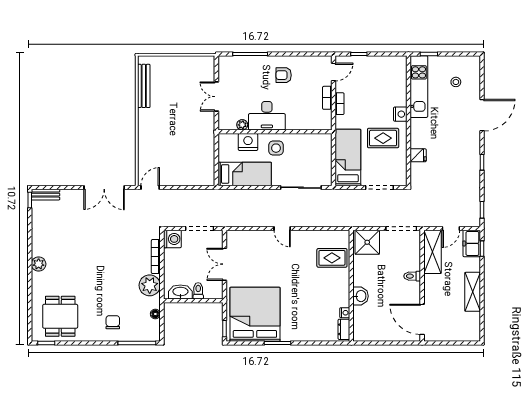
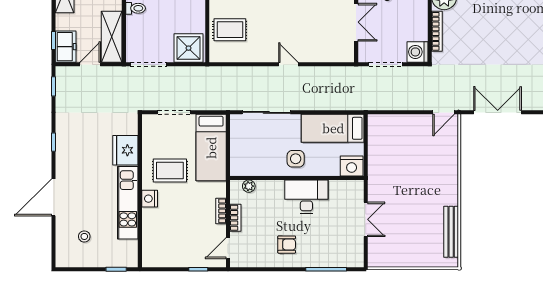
kitchen unit: (419, 87) -> (128, 203), moved
plant: (242, 125) -> (249, 186), moved
nightstand: (248, 142) -> (352, 166), moved
fridge: (418, 155) -> (125, 150), width x1.88, depth x1.34

